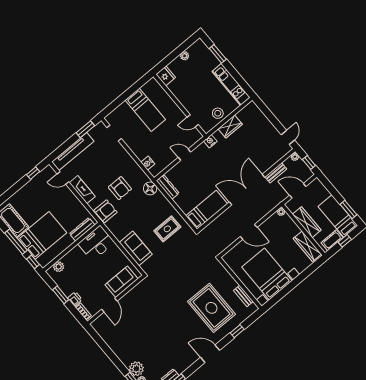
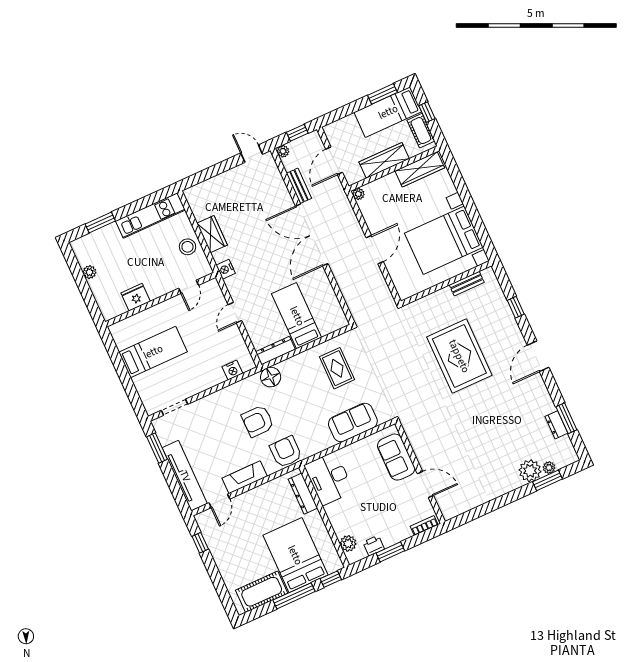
fridge: (166, 76) -> (136, 297), moved
armchair: (120, 188) -> (258, 421), turned 180
bed: (207, 210) -> (297, 316), moved
printer: (75, 299) -> (374, 546), moved
rug: (211, 308) -> (459, 356), moved, turned 90

